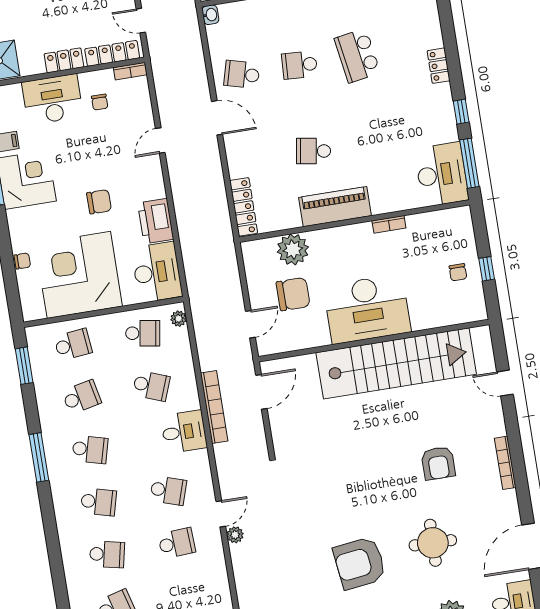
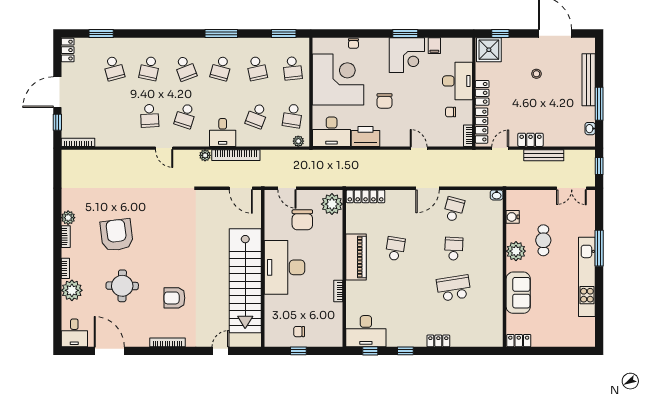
window: (469, 163) -> (370, 351), width x0.46
plant: (293, 250) -> (332, 204), moved
school desk: (99, 502) -> (185, 68), turned -36
plant: (235, 535) -> (205, 155), moved

